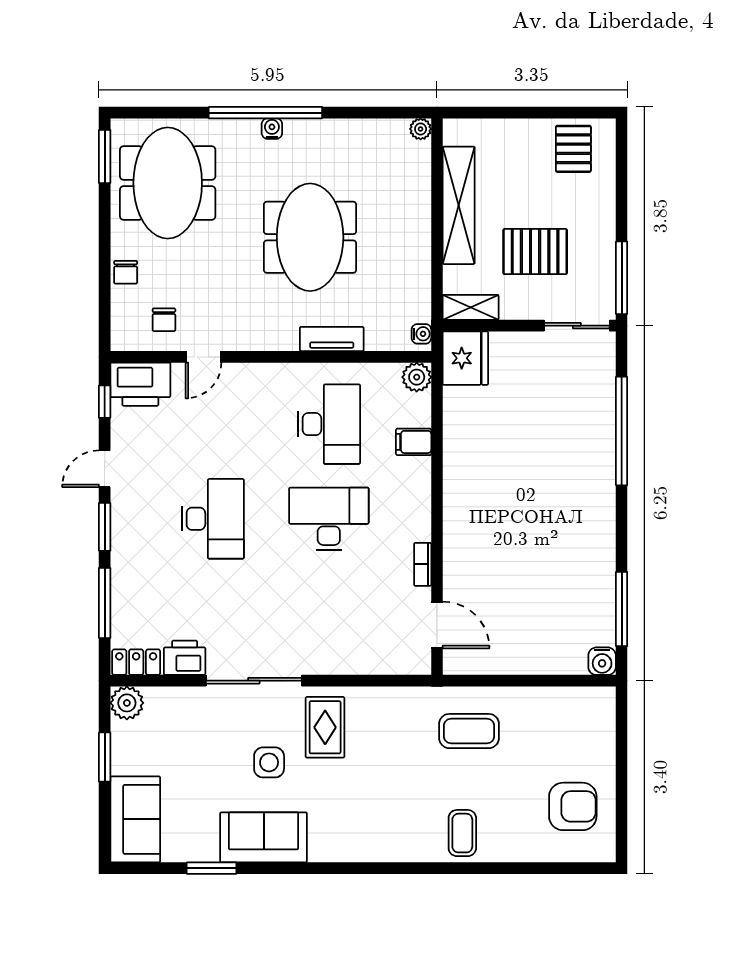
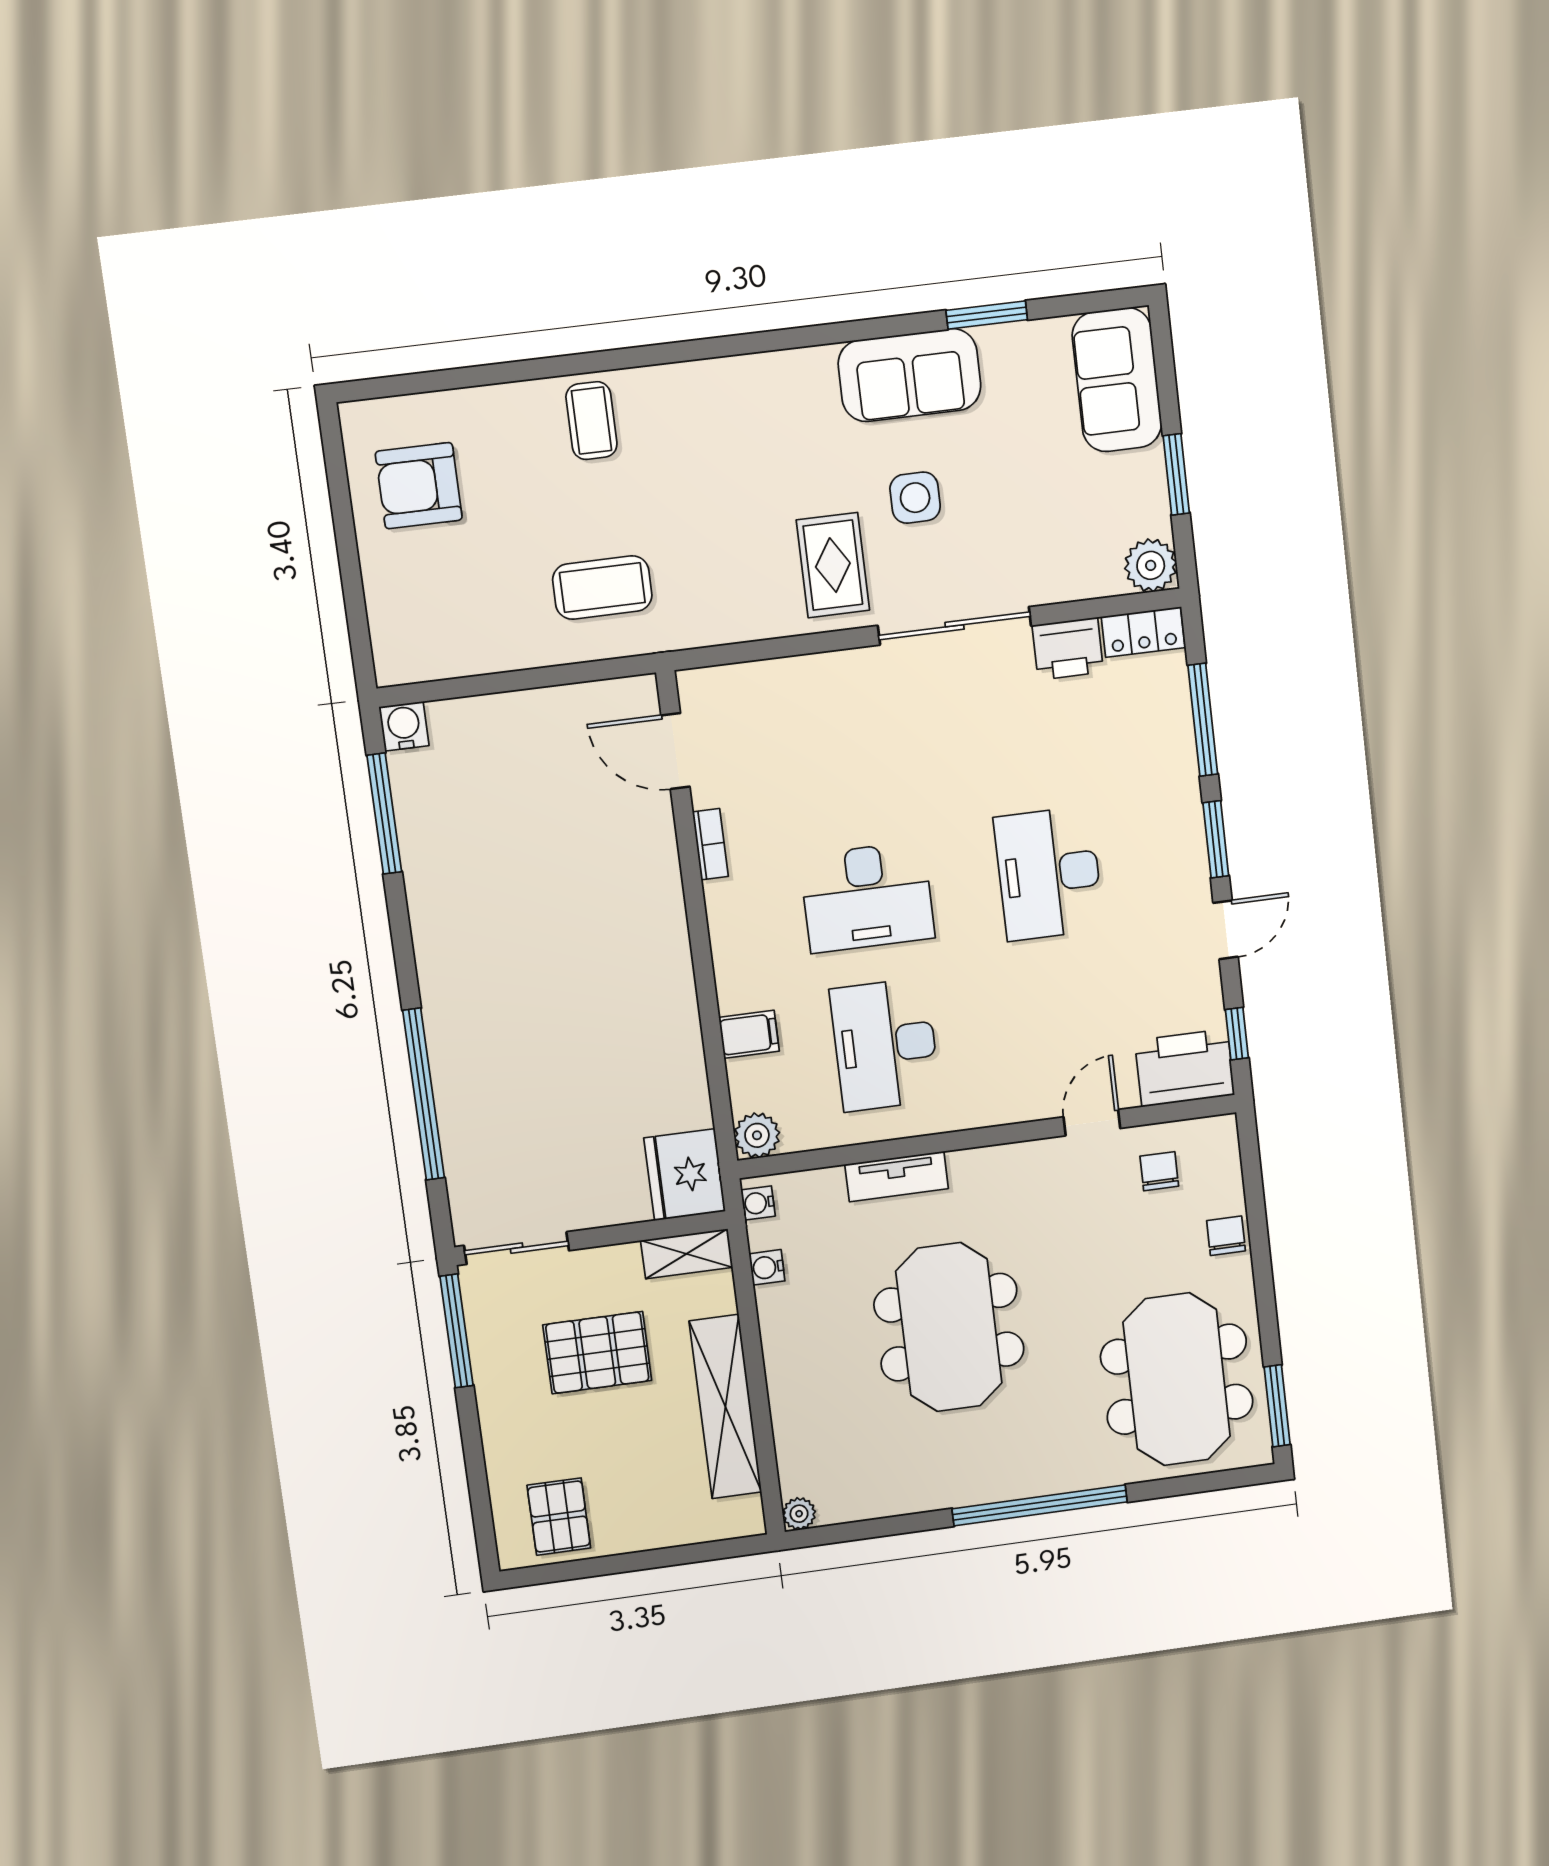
water cooler: (272, 129) -> (767, 1267), moved, turned 90

